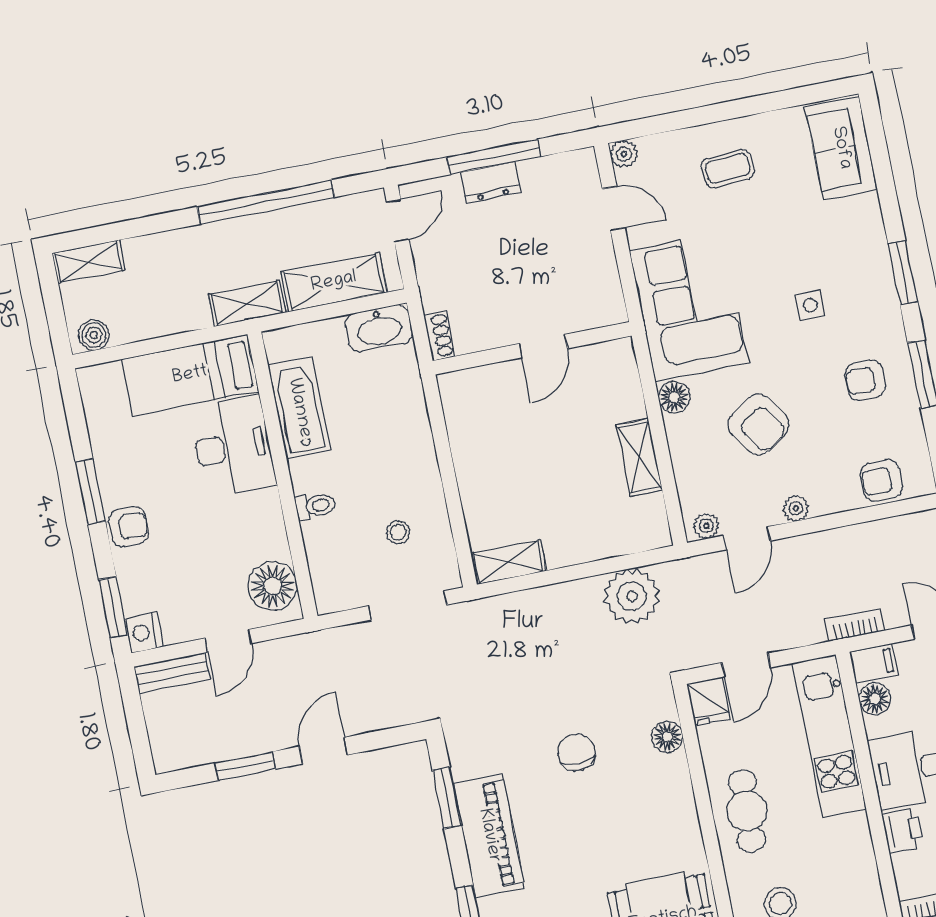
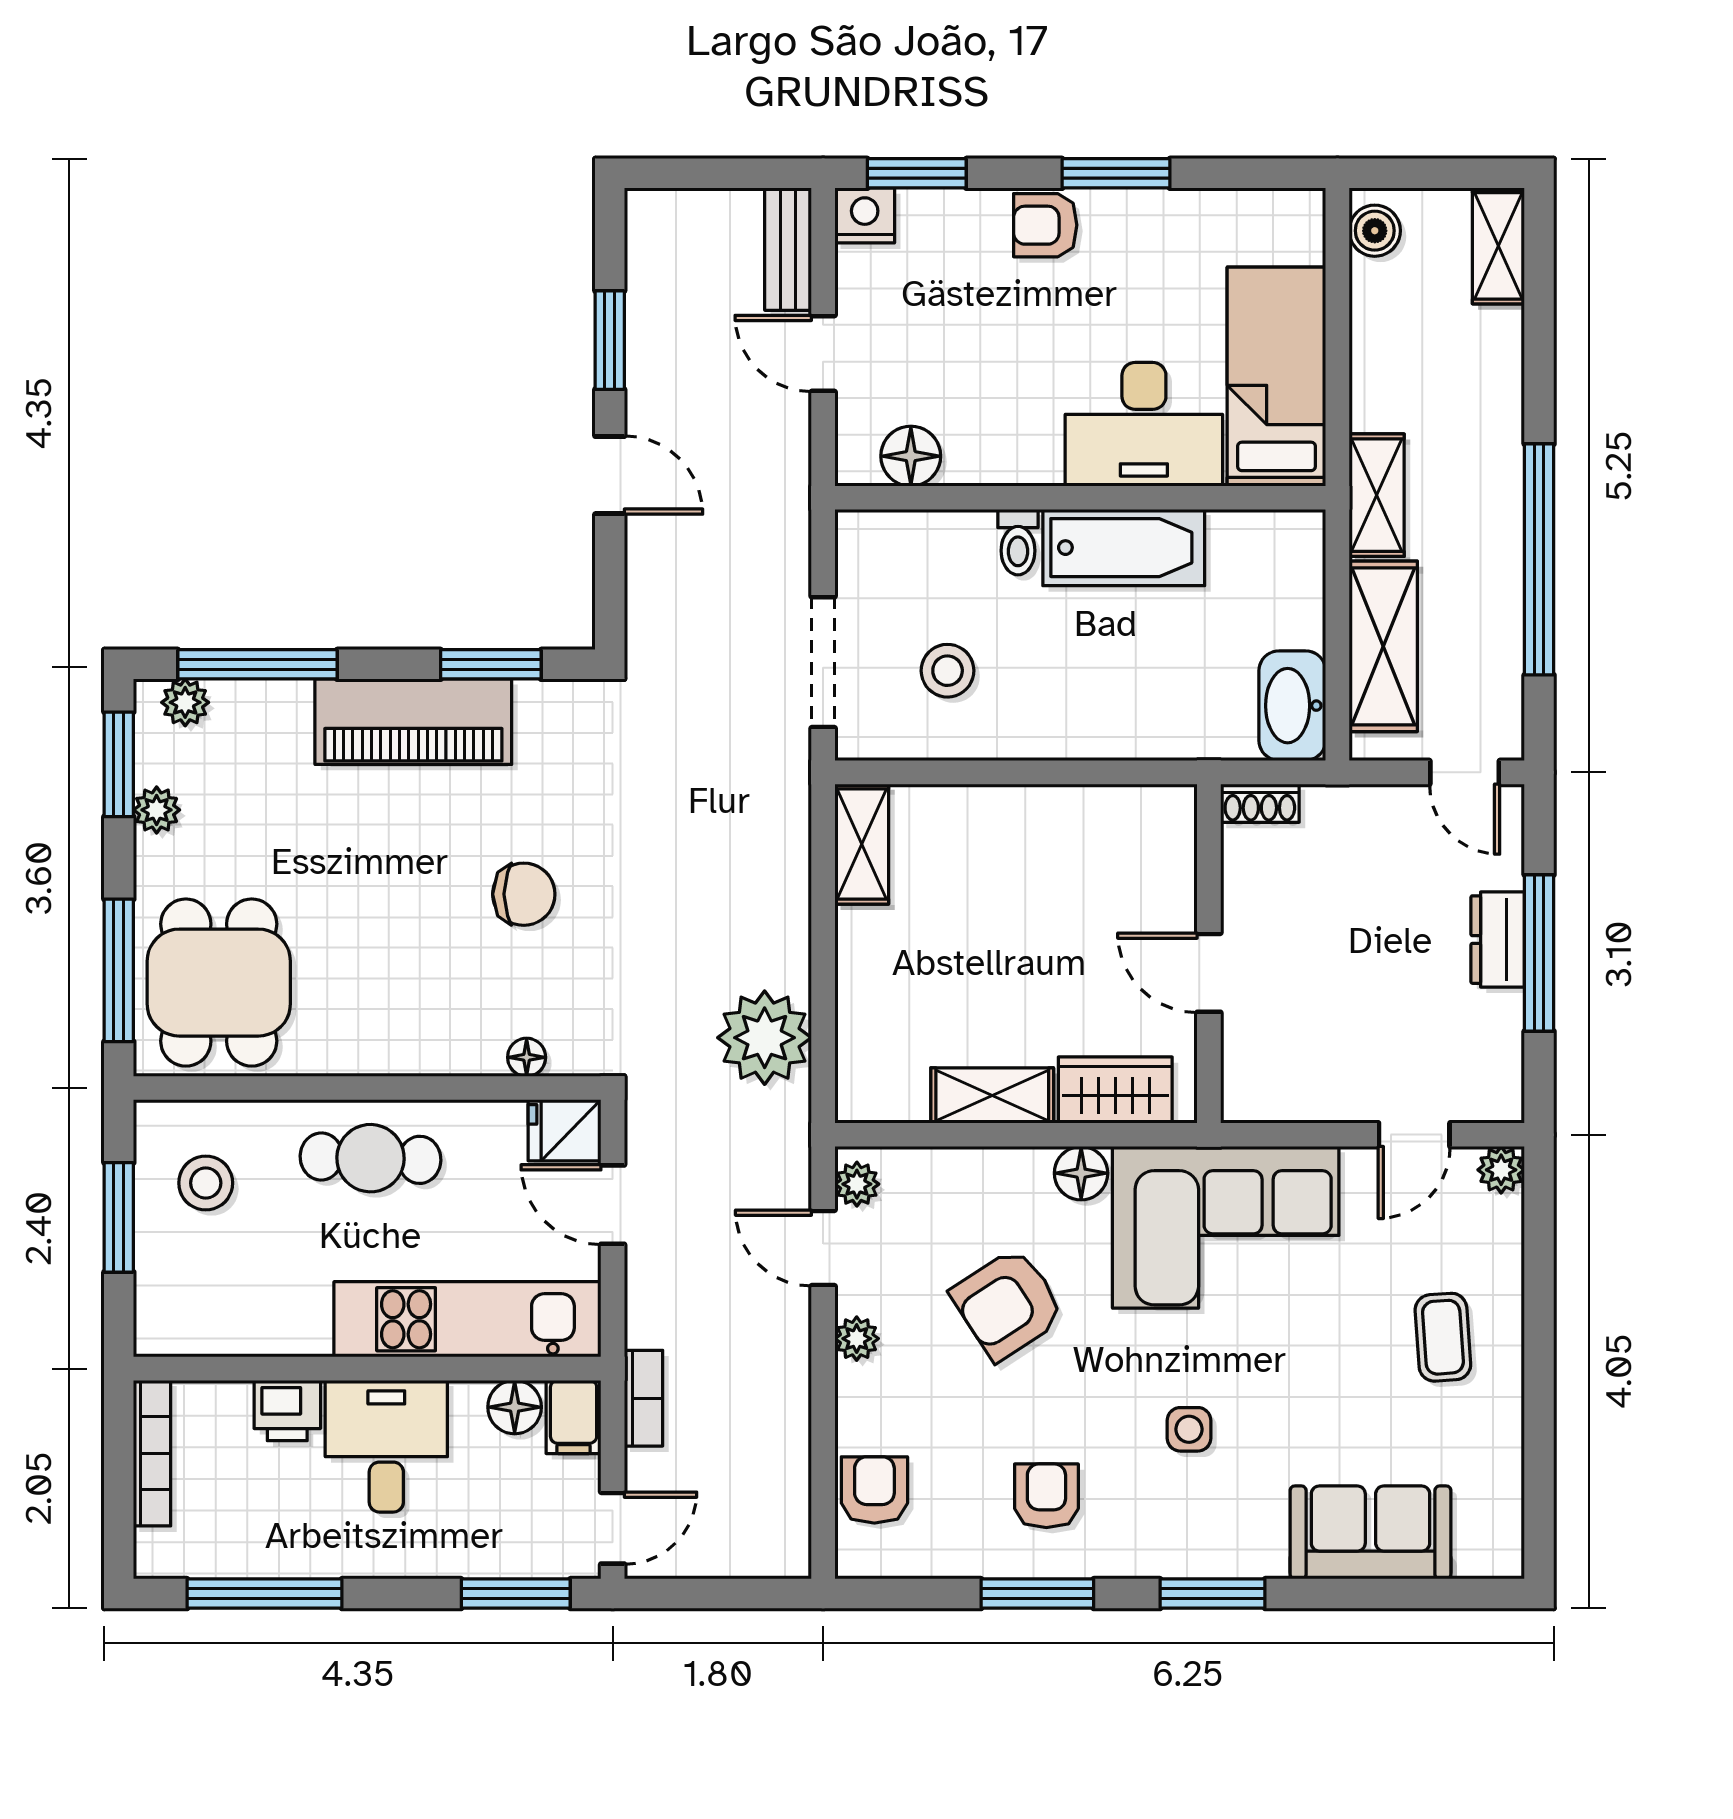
sofa: (841, 148) -> (1370, 1532), moved
wardrobe: (622, 387) -> (1115, 1090), added
bathtub: (299, 408) -> (1124, 548), moved
armchair: (129, 527) -> (1045, 225), turned 90
stool: (398, 532) -> (948, 671), width x1.37, depth x1.37
floor lamp: (273, 586) -> (911, 456), width x0.73, depth x0.73
floor lamp: (667, 737) -> (527, 1057), width x0.73, depth x0.73

